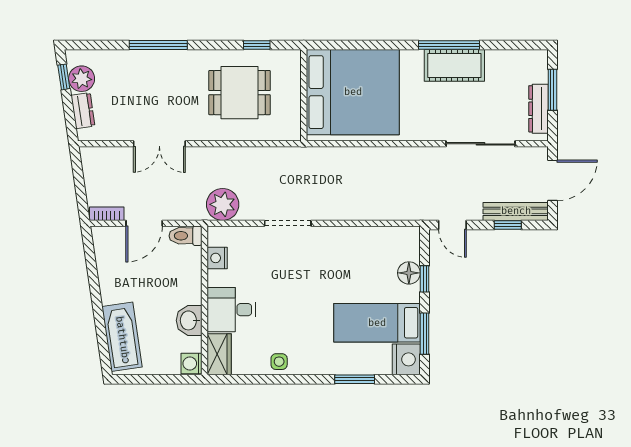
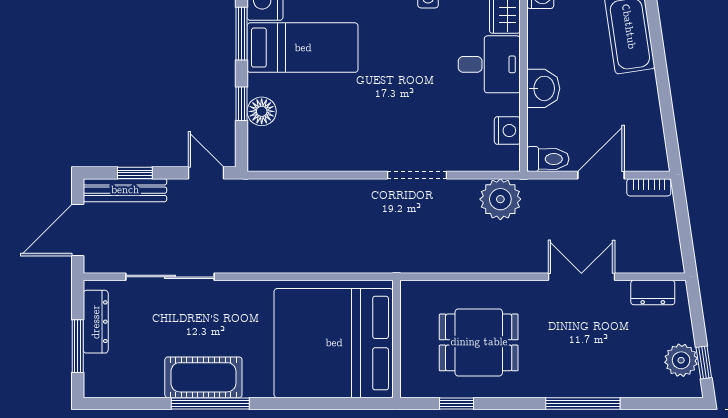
dresser: (83, 111) -> (653, 293), moved, turned -82
washbasin: (189, 320) -> (543, 88), moved

